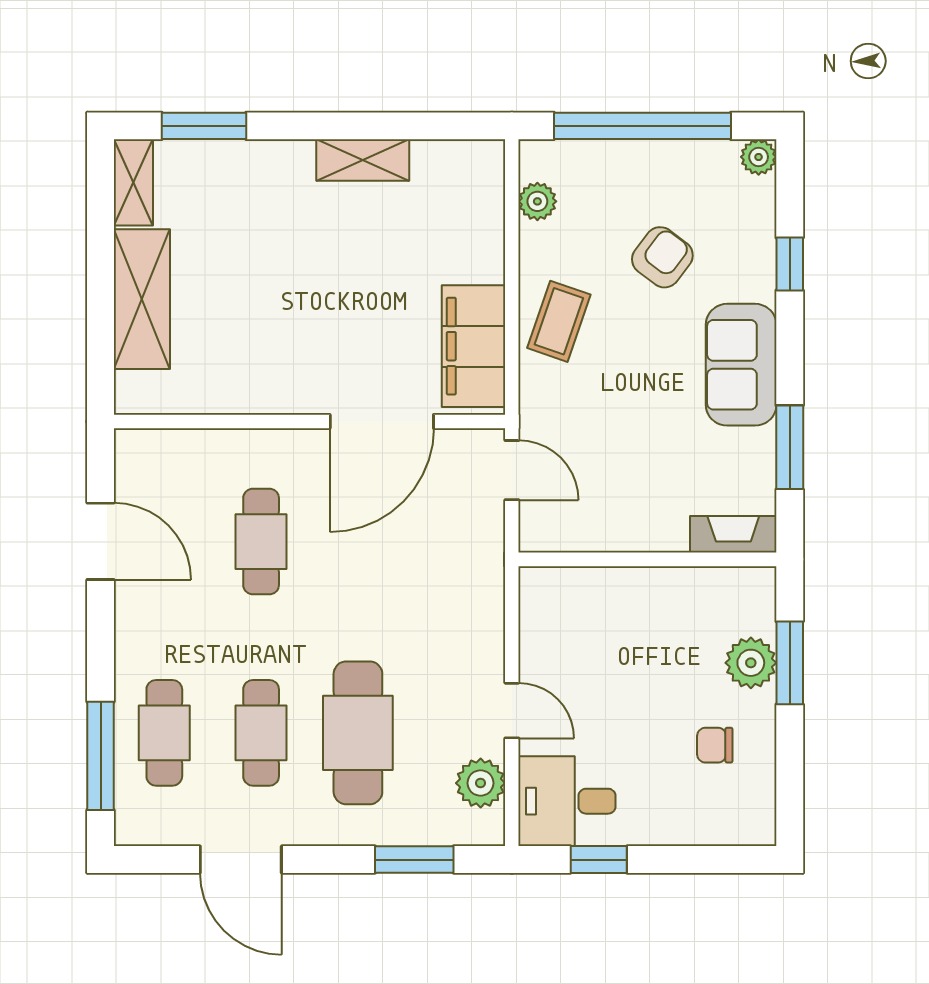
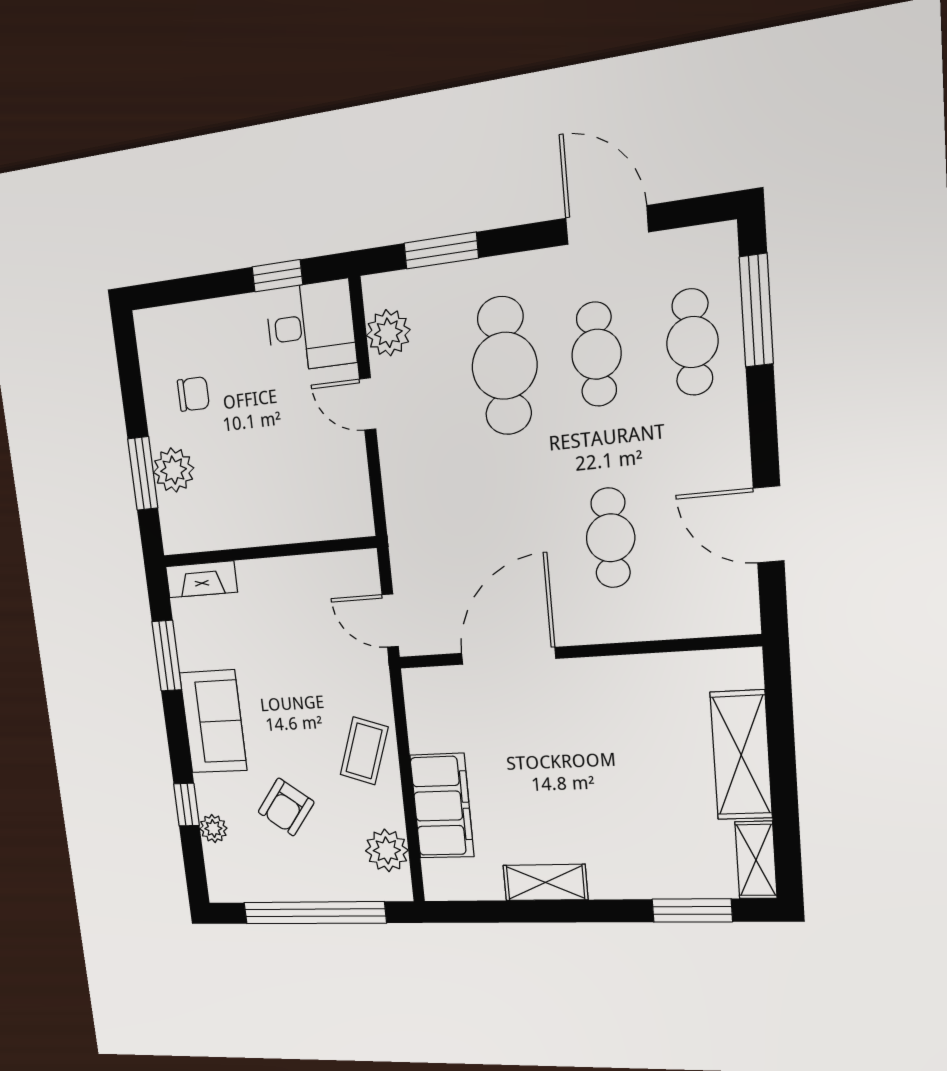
plant: (759, 157) -> (213, 829), moved
plant: (537, 201) -> (387, 850), width x1.38, depth x1.38
filing cabinet: (473, 346) -> (442, 806), moved

